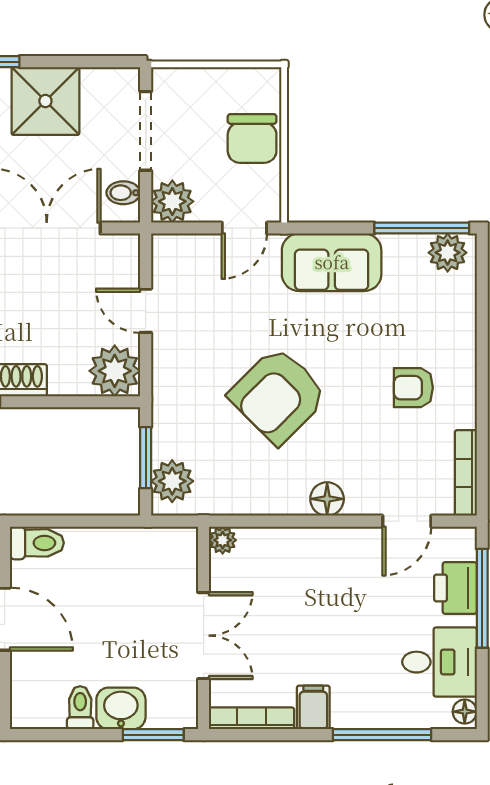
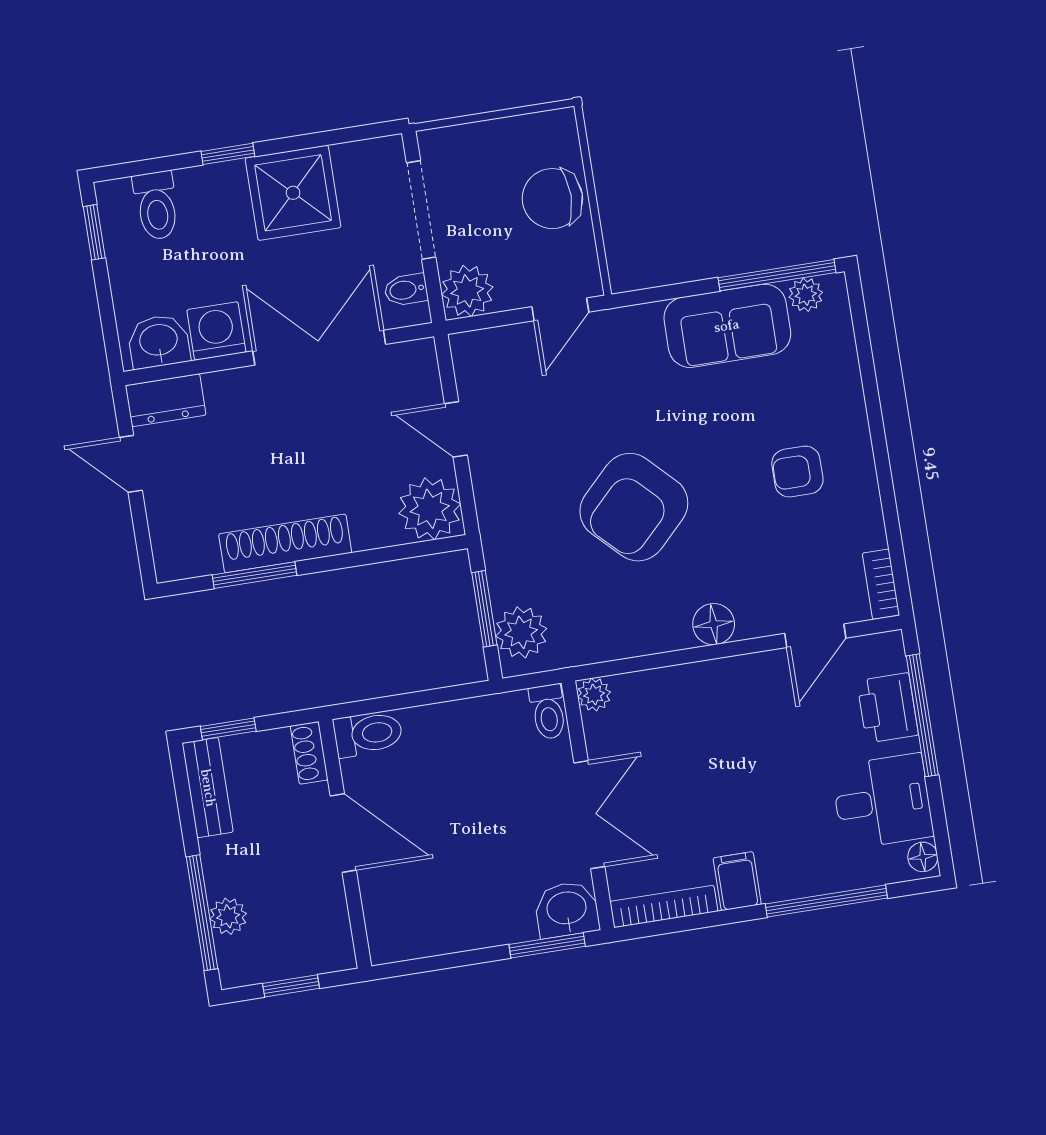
chair: (252, 138) -> (552, 199), turned 90
plant: (448, 253) -> (806, 295), width x0.73, depth x0.73
sofa: (332, 262) -> (727, 326), moved
bookcase: (466, 473) -> (881, 584), width x0.64
toilet: (80, 708) -> (548, 712), moved, turned 180
washbasin: (121, 708) -> (567, 909), moved

